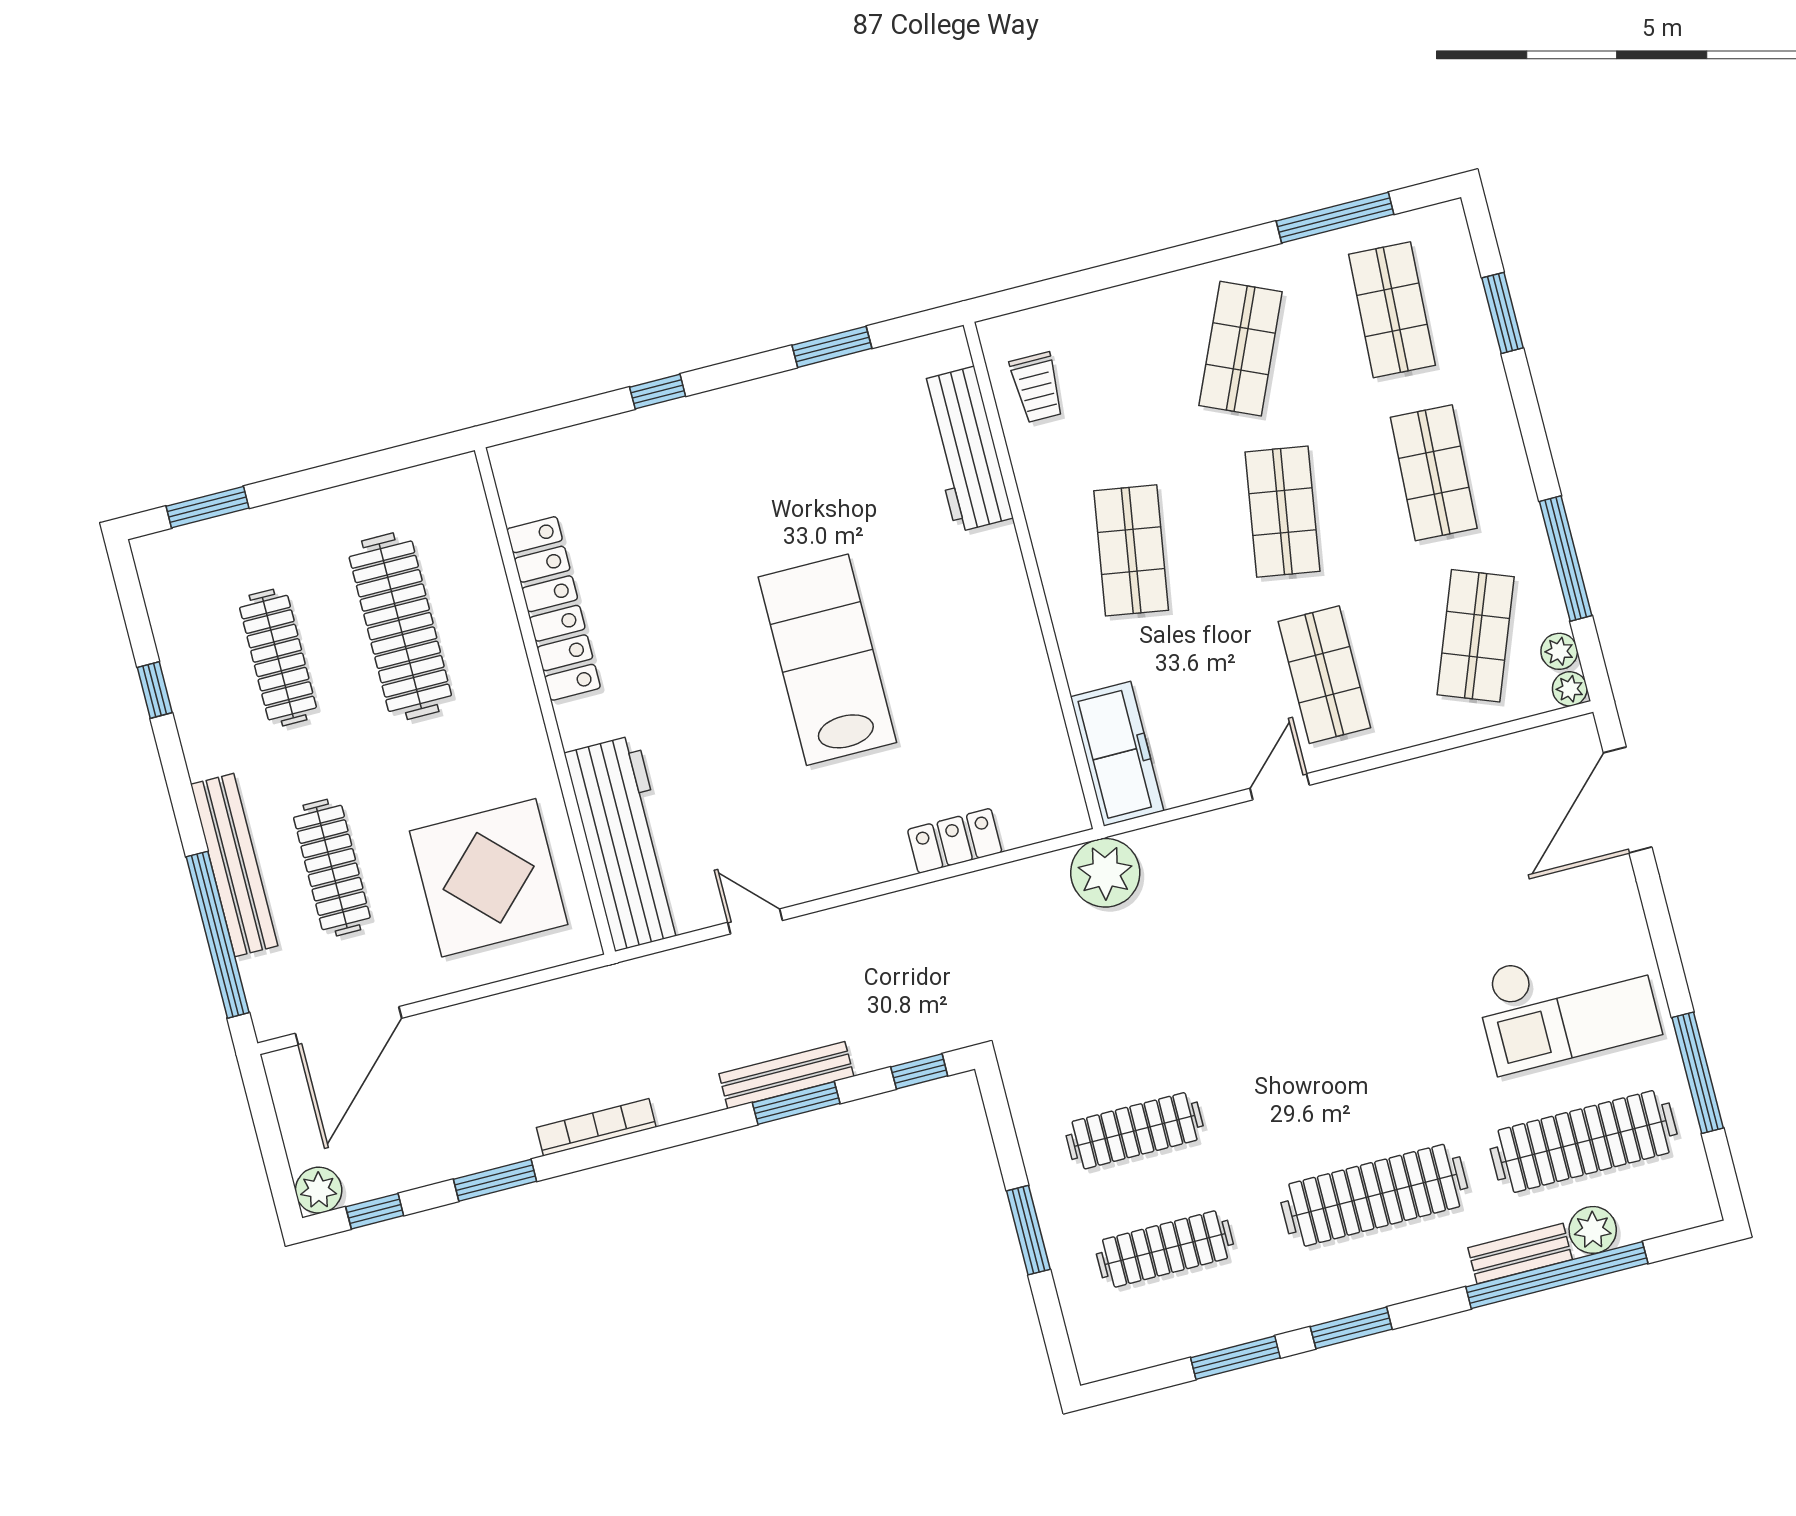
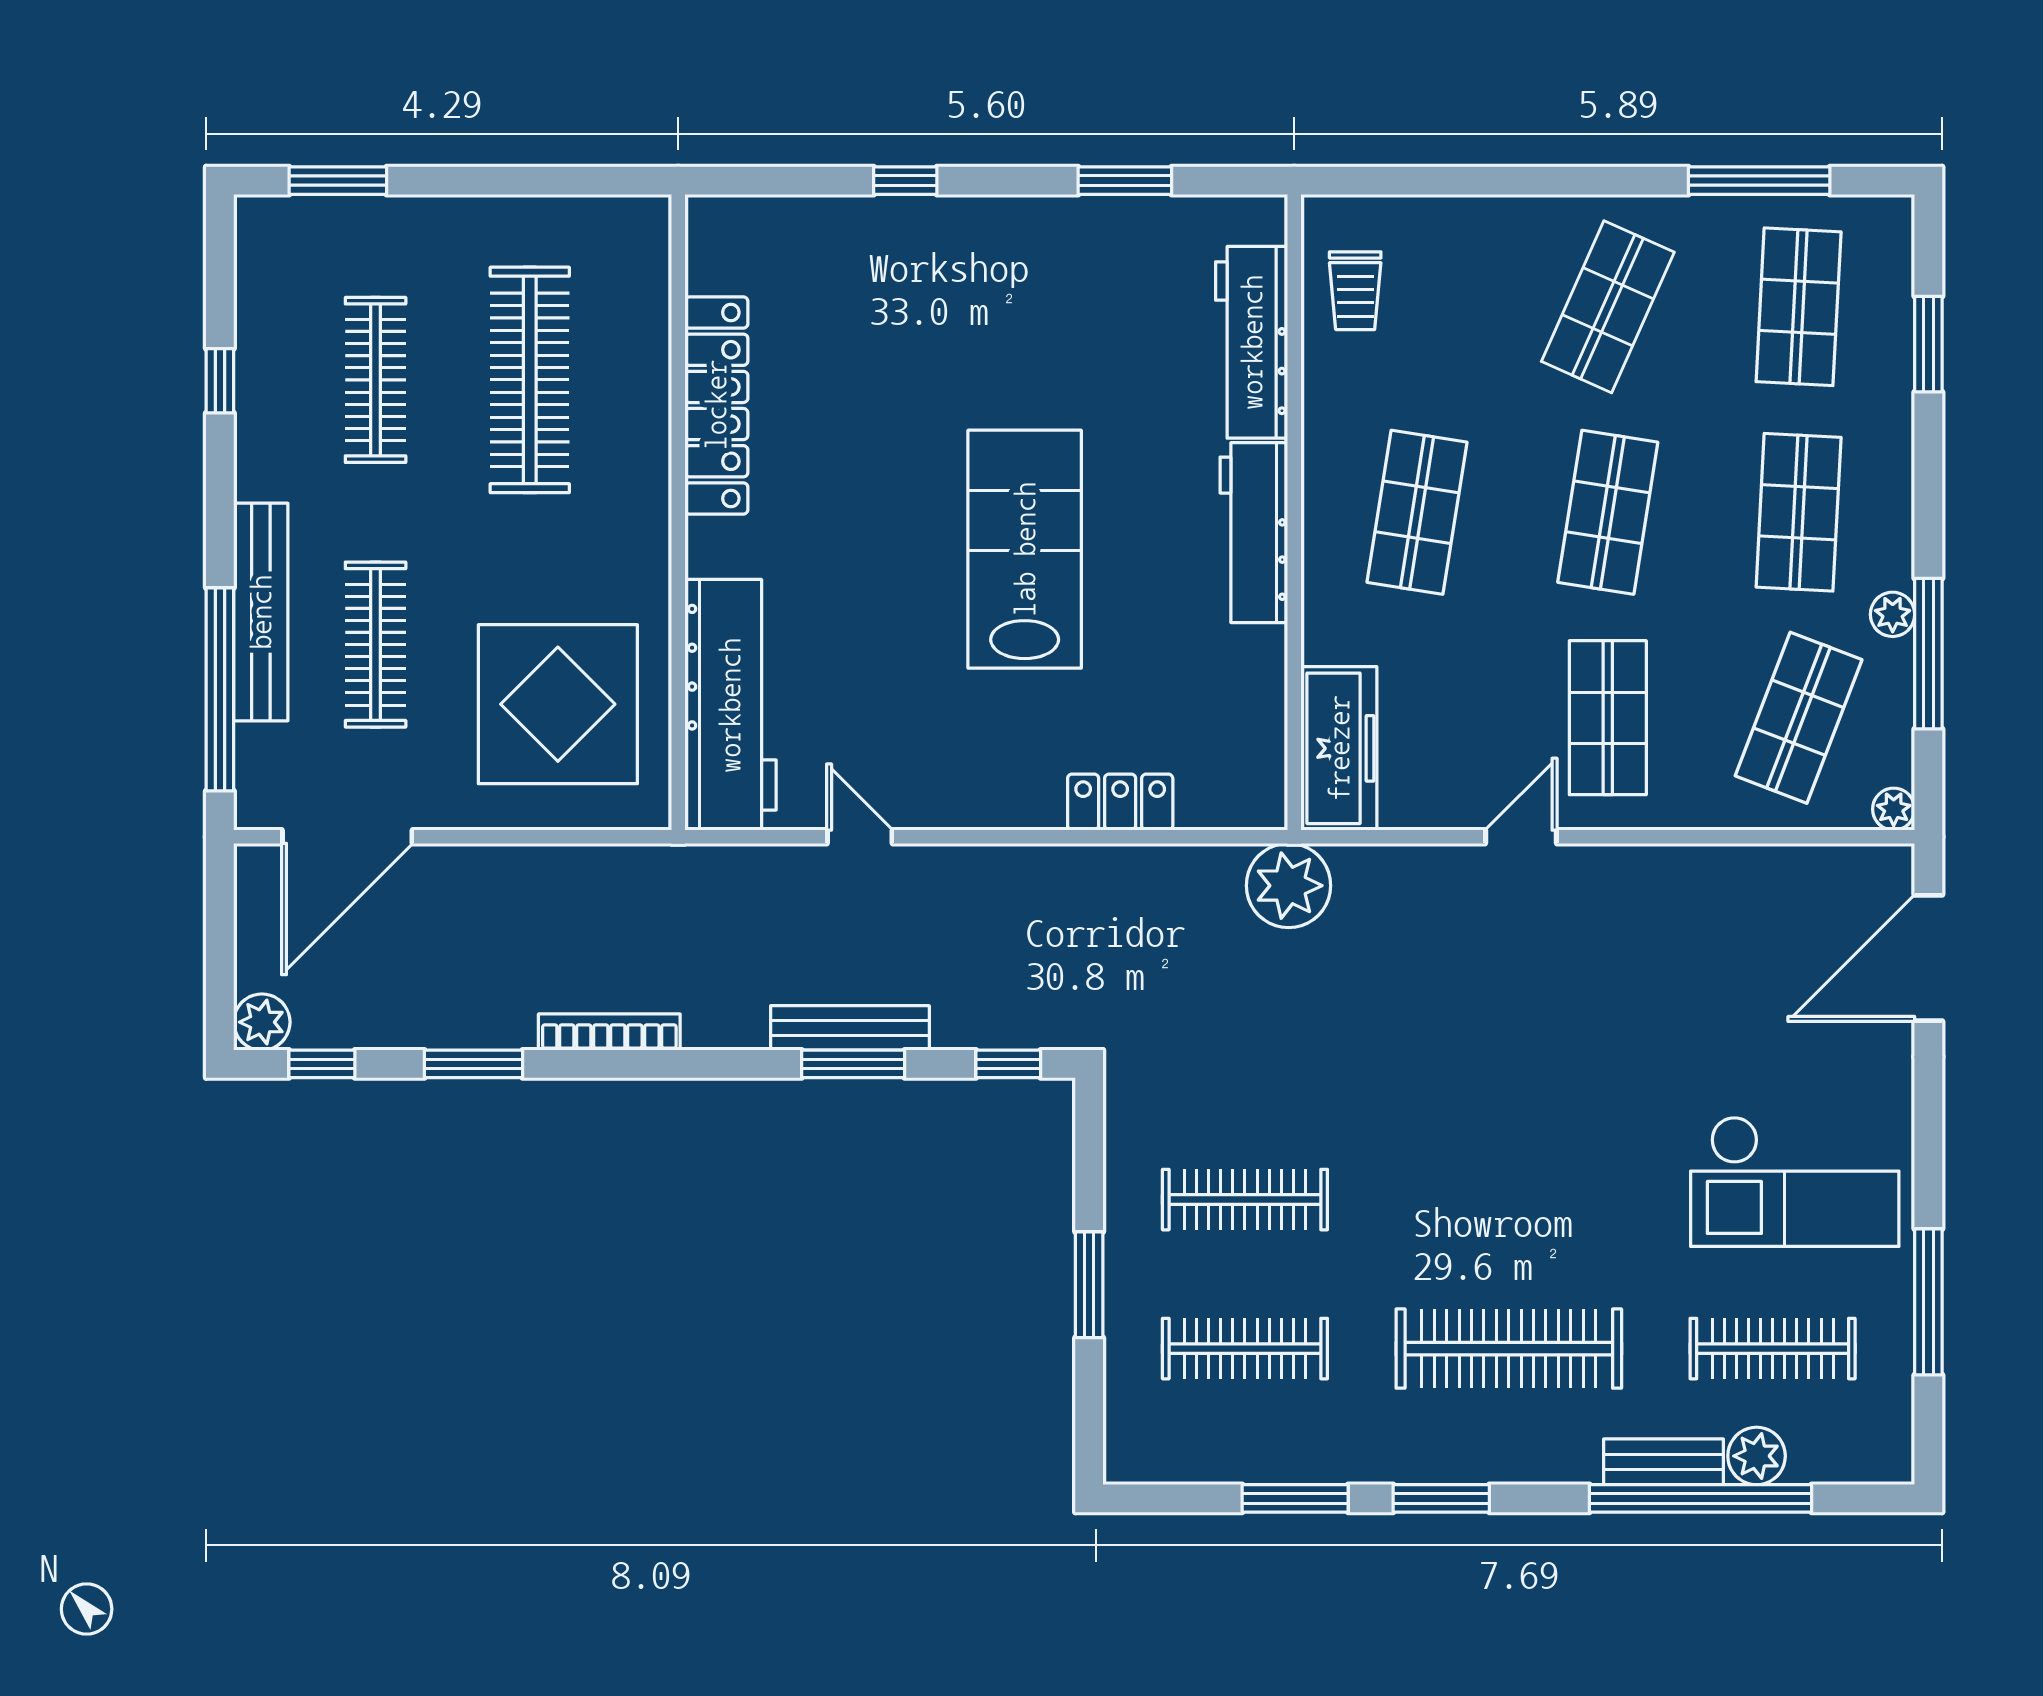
workbench: (1006, 600) -> (1254, 533), added
plant: (1559, 651) -> (1893, 614), moved
clothes rail: (1584, 1142) -> (1773, 1349), width x0.73, depth x0.76

